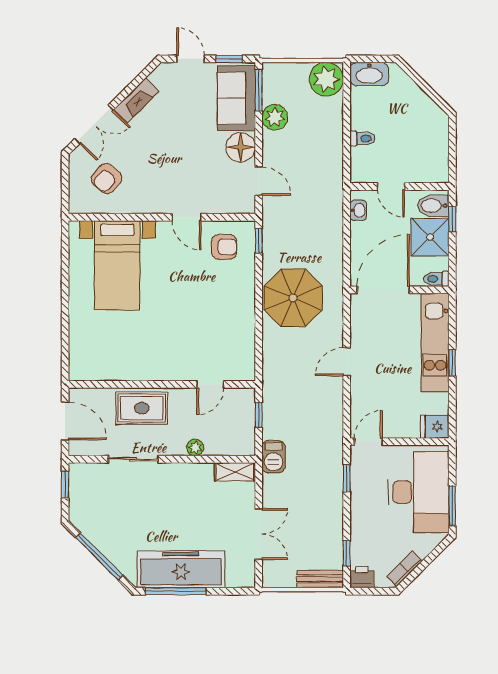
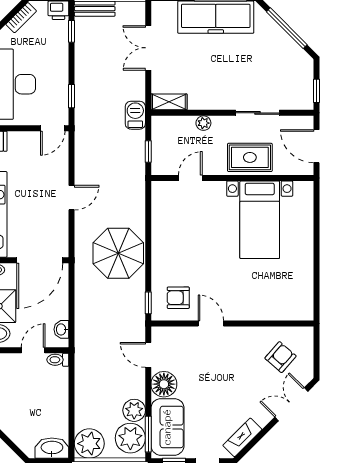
plant: (279, 85) -> (130, 438), added
fireplace: (136, 100) -> (242, 437), moved
toilet: (362, 139) -> (58, 360), moved
door: (391, 186) -> (33, 350), hinge flipped
bed with nightstands: (117, 265) -> (260, 220), moved, turned 180

